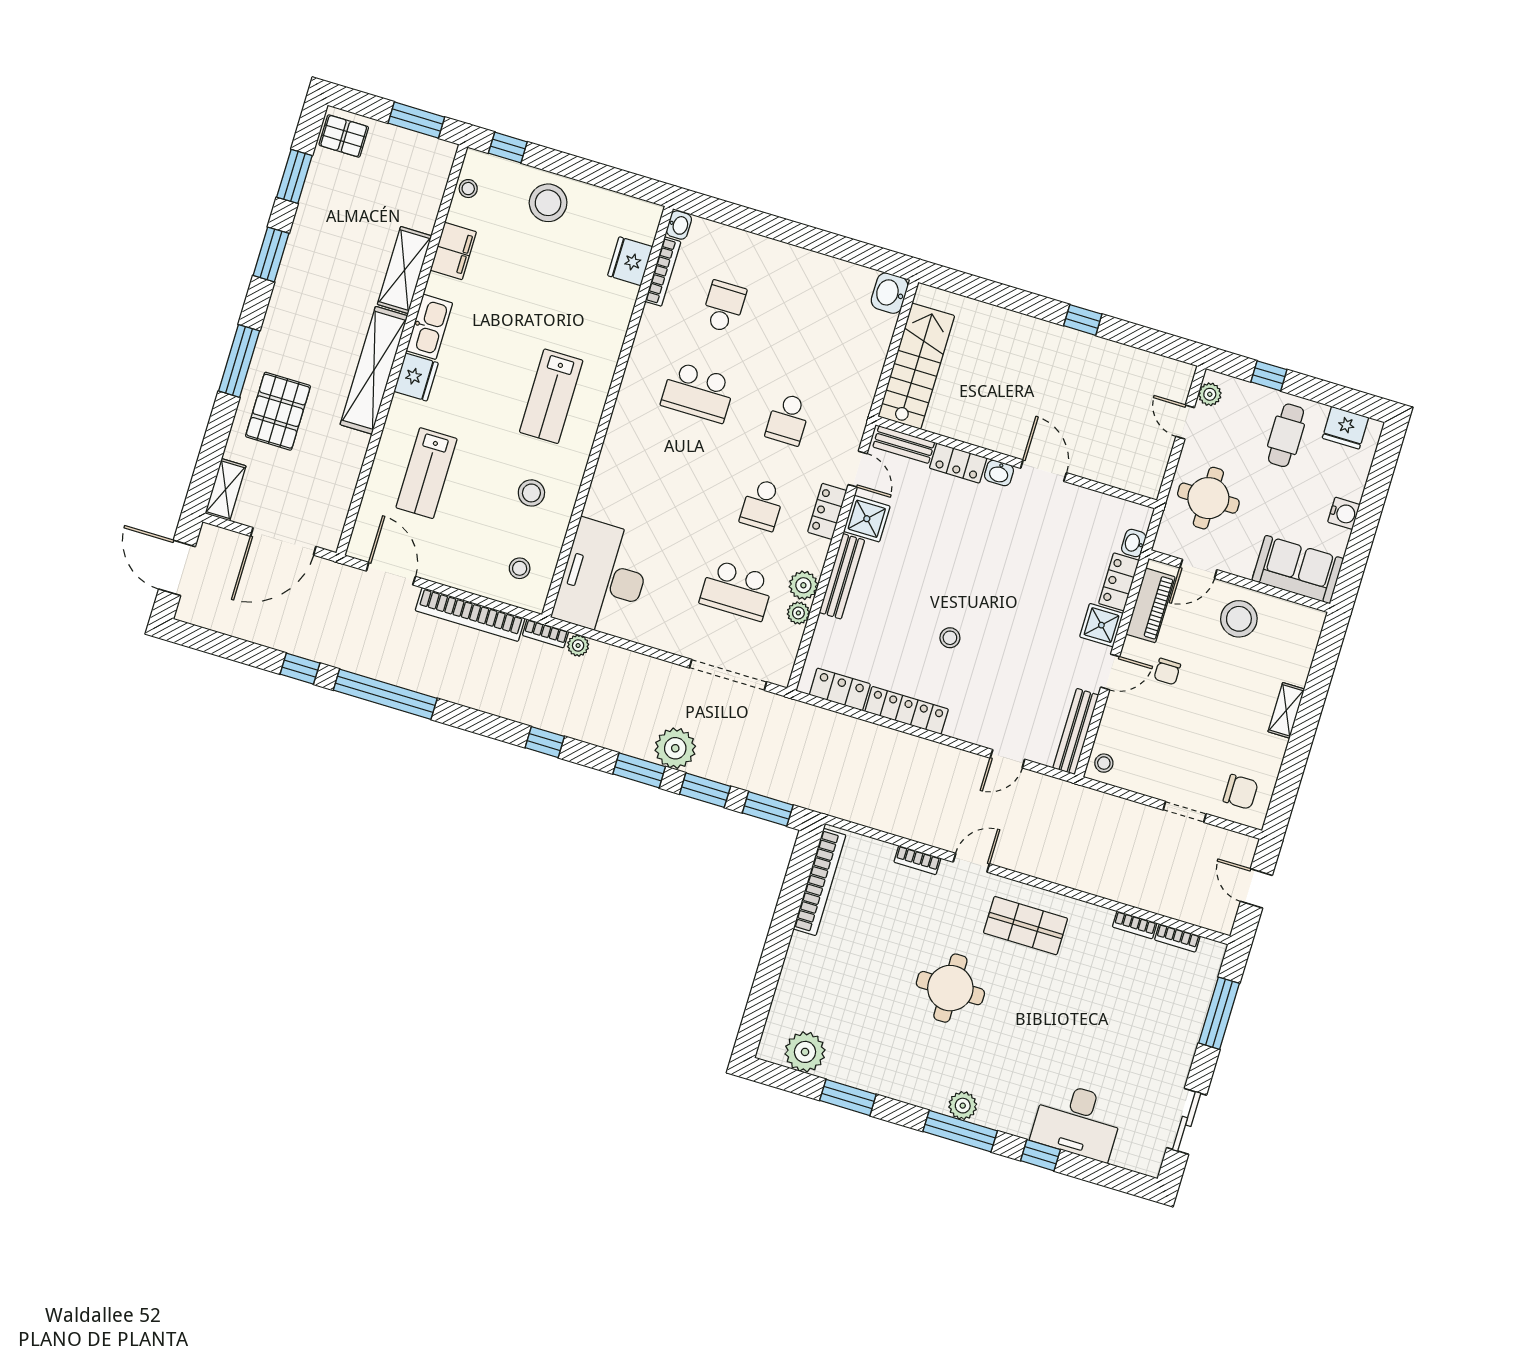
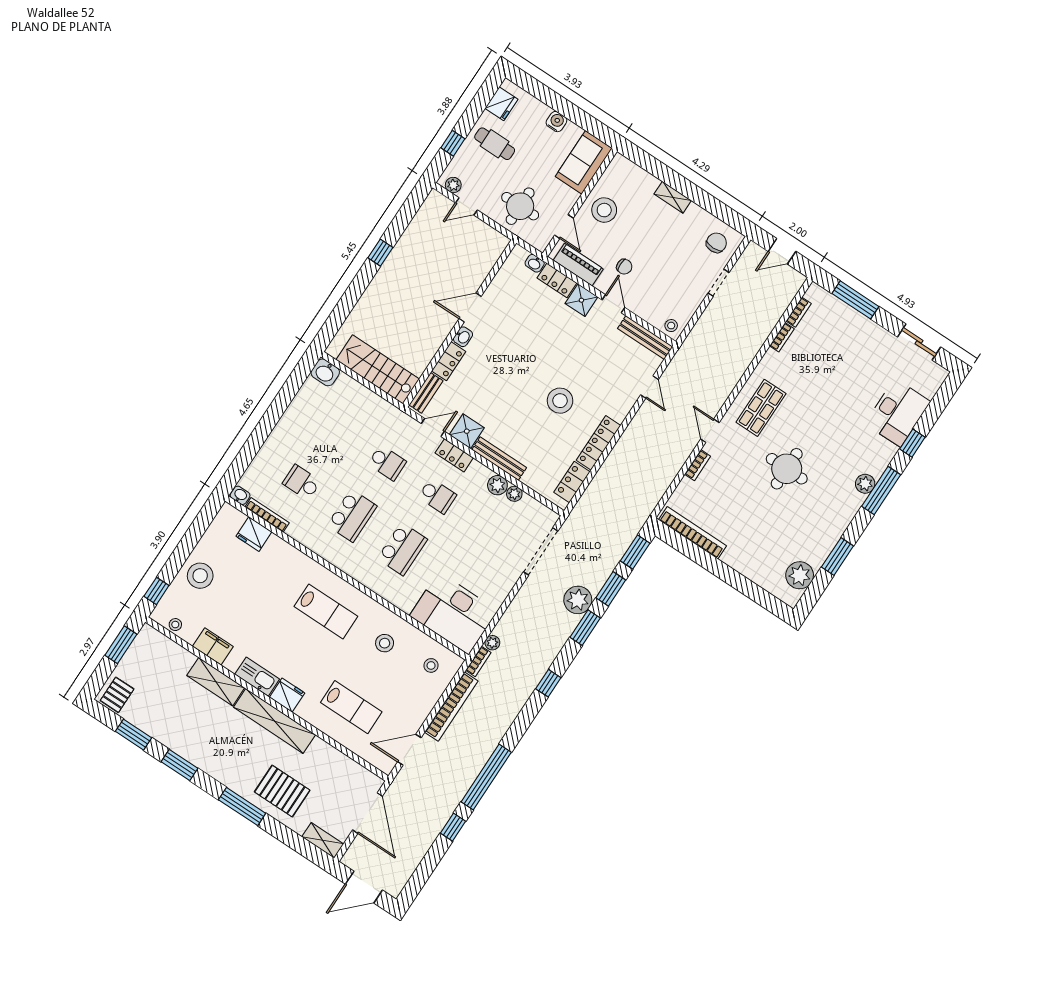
school desk: (737, 590) -> (402, 549), moved
stool: (950, 638) -> (560, 401), width x1.89, depth x1.89

